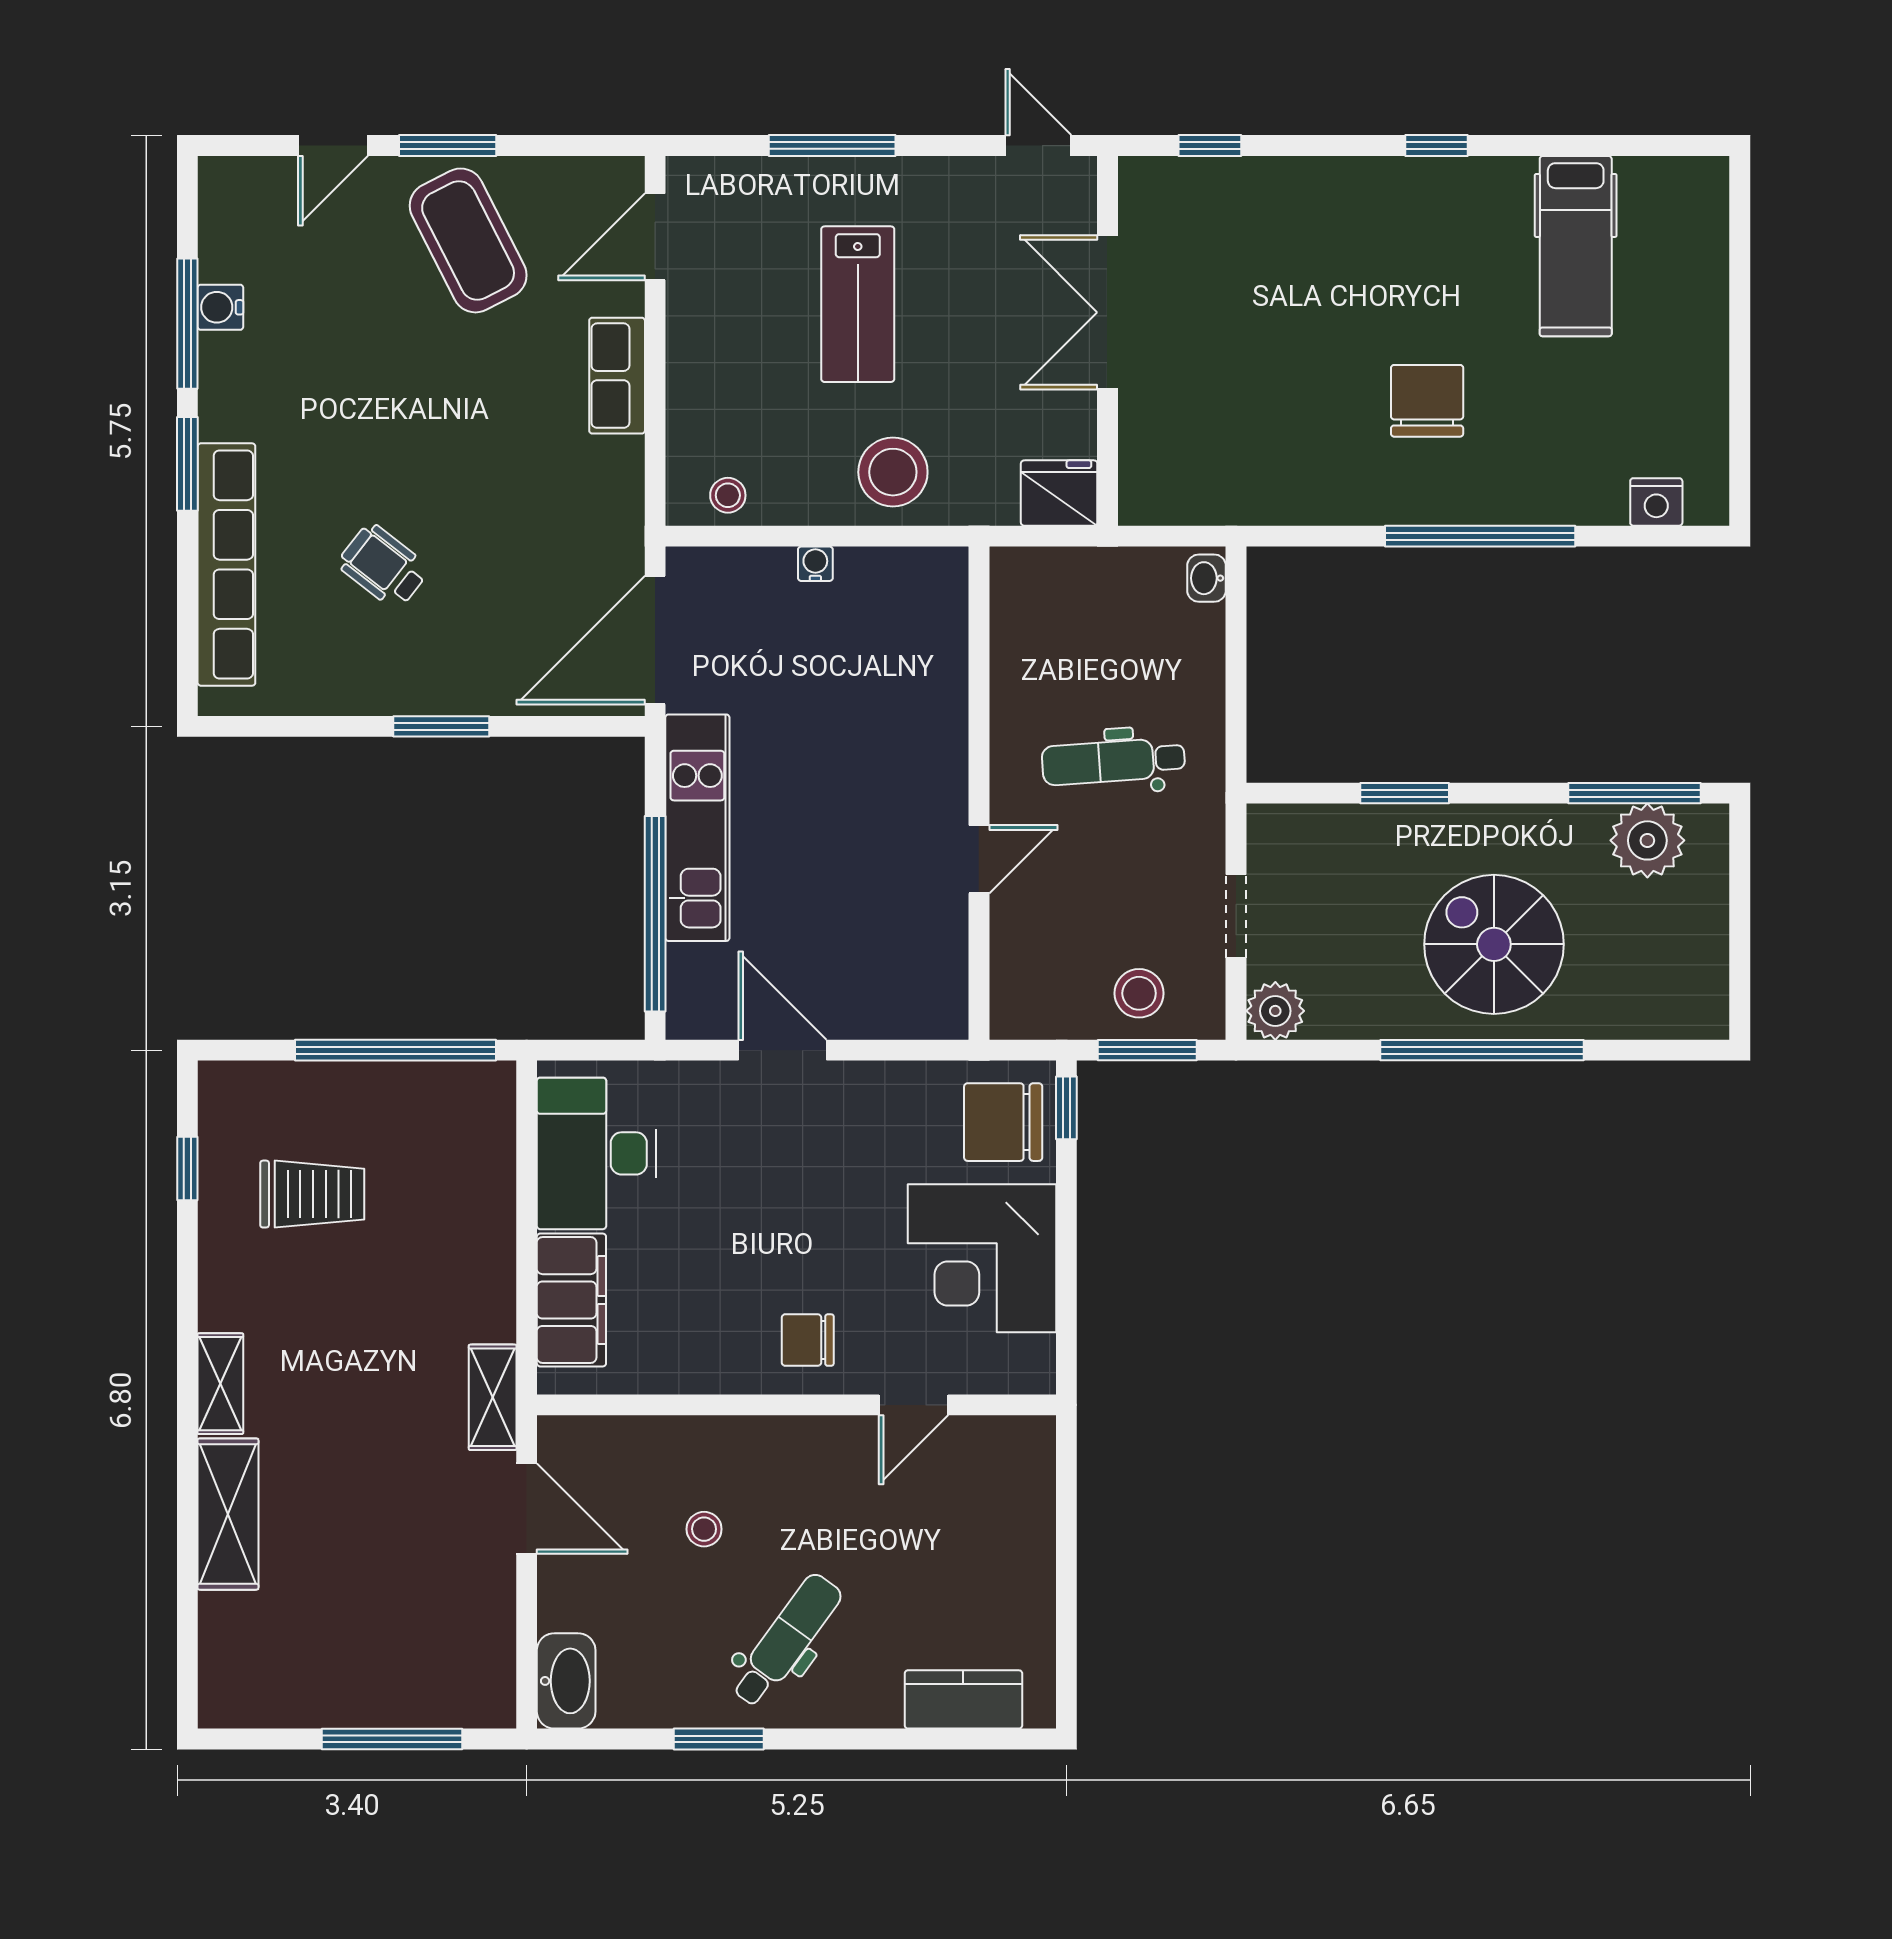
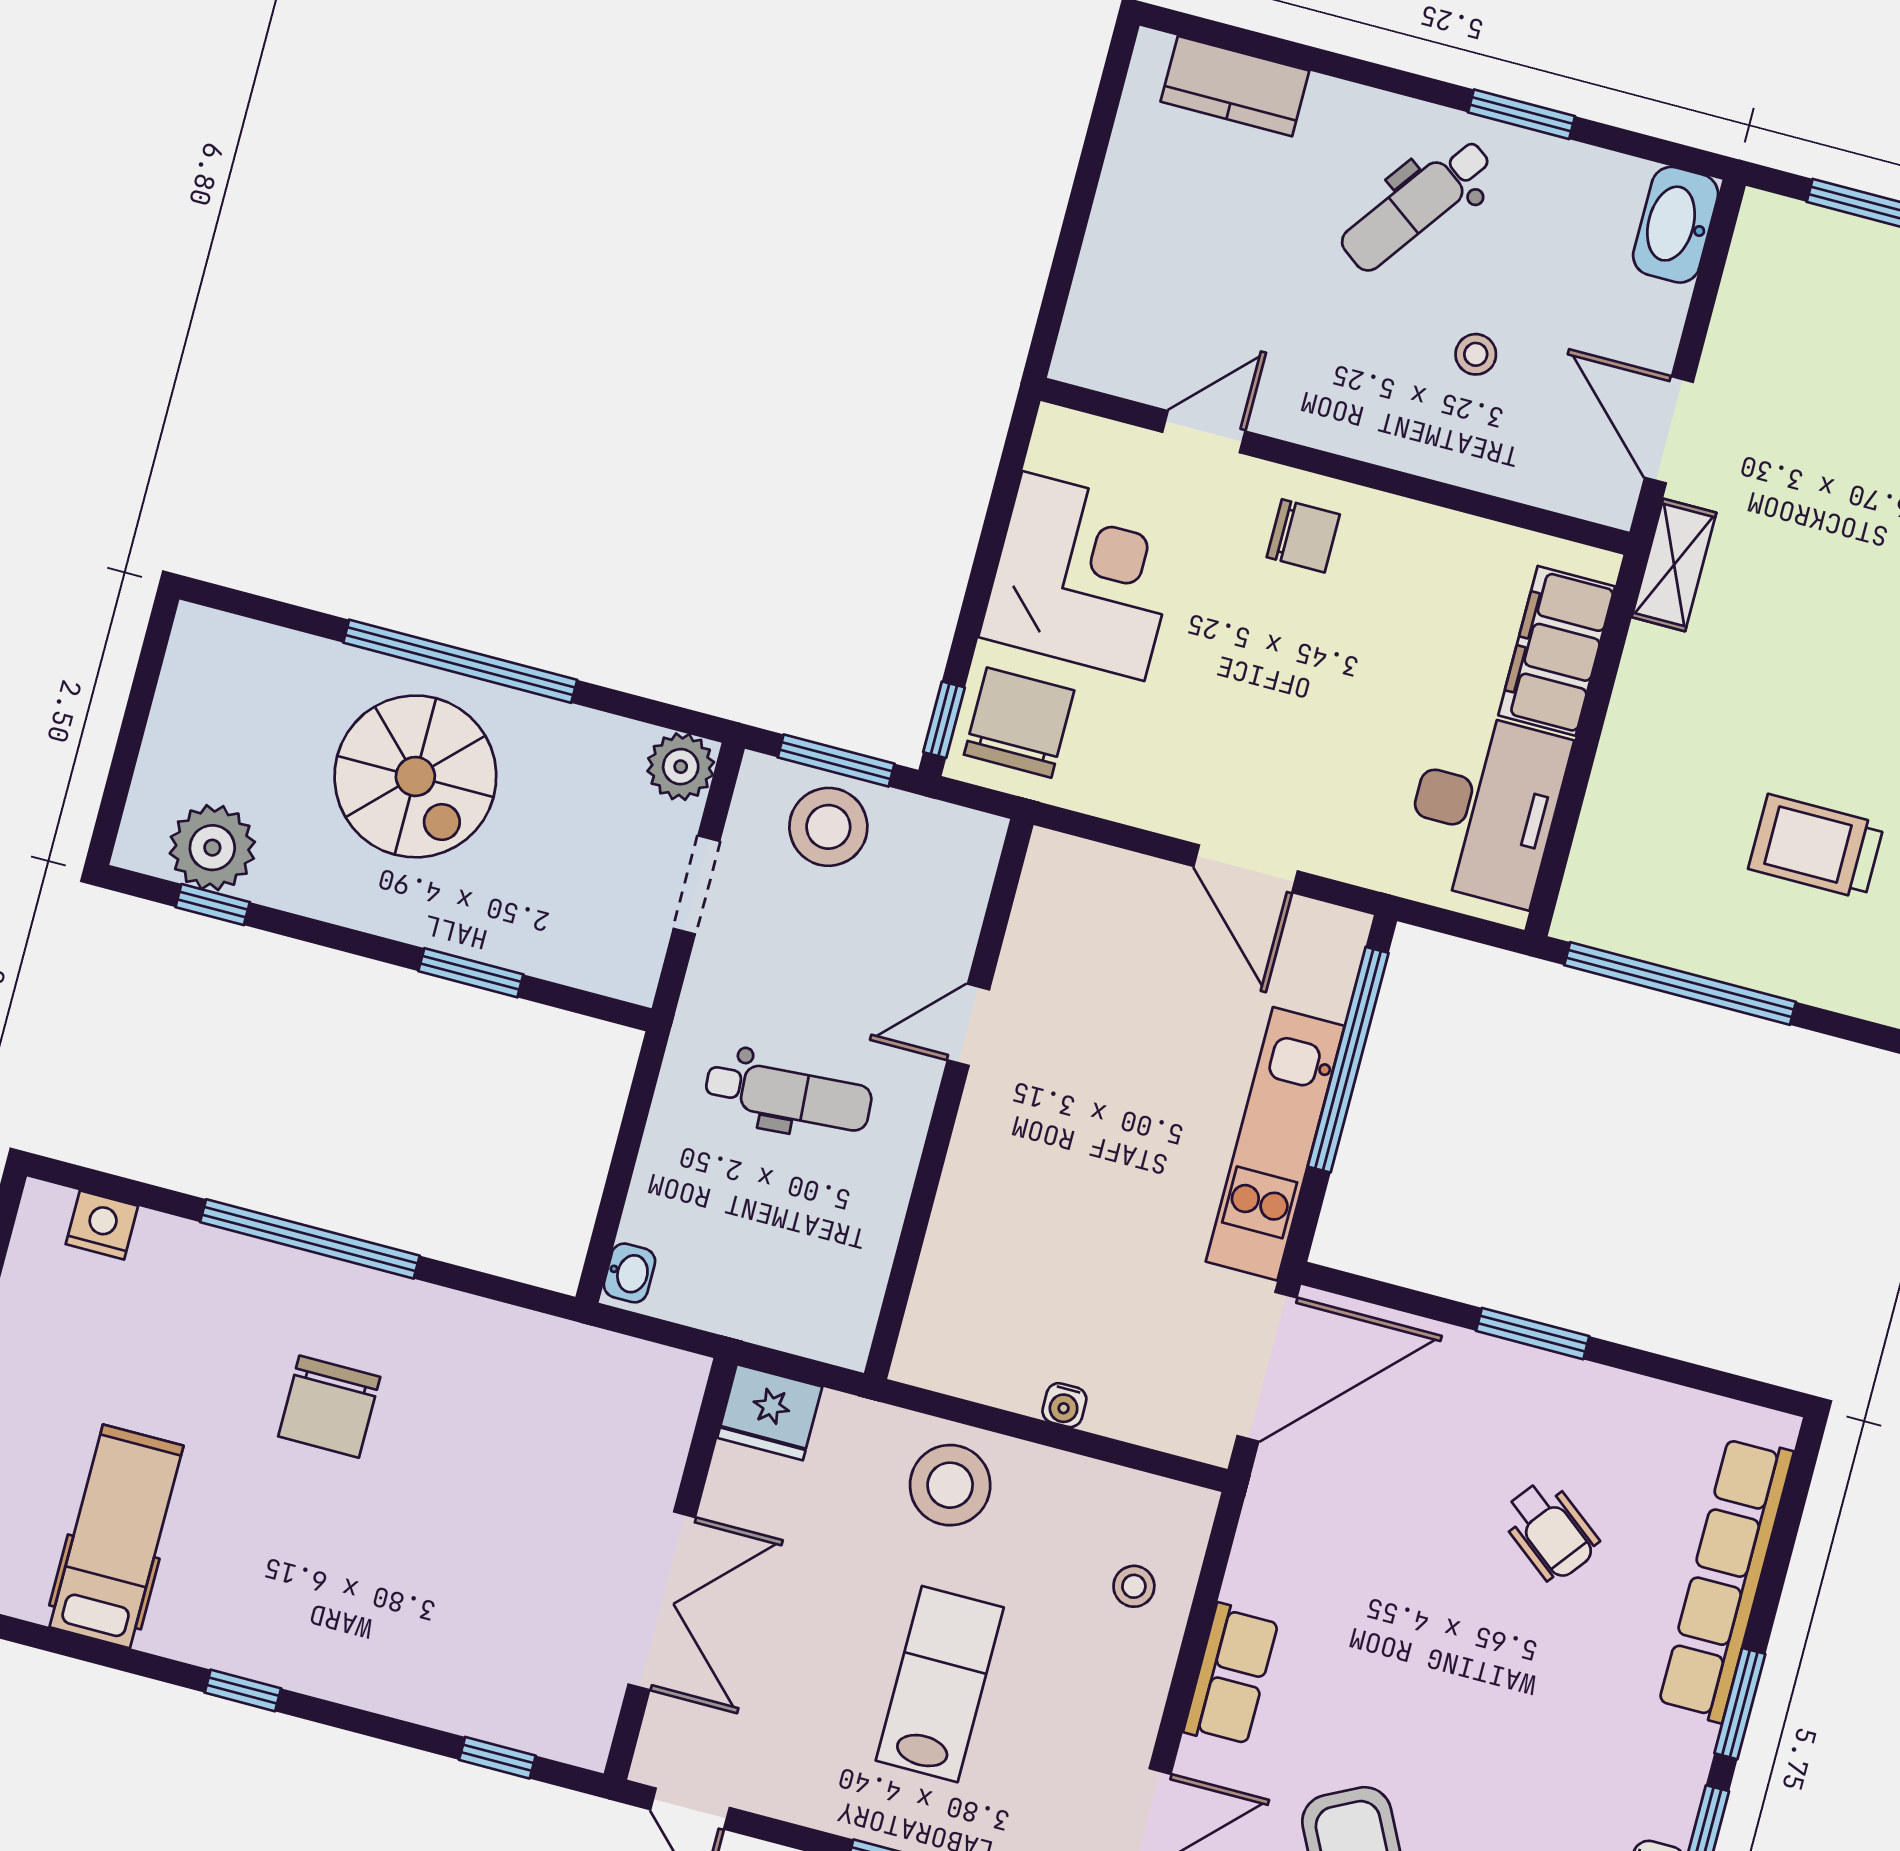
stool: (728, 495) -> (1134, 1586), moved
window: (1635, 793) -> (213, 905), width x0.46
stool: (1139, 993) -> (828, 827), width x1.38, depth x1.38
chair: (1003, 1122) -> (1019, 723), turned -90

